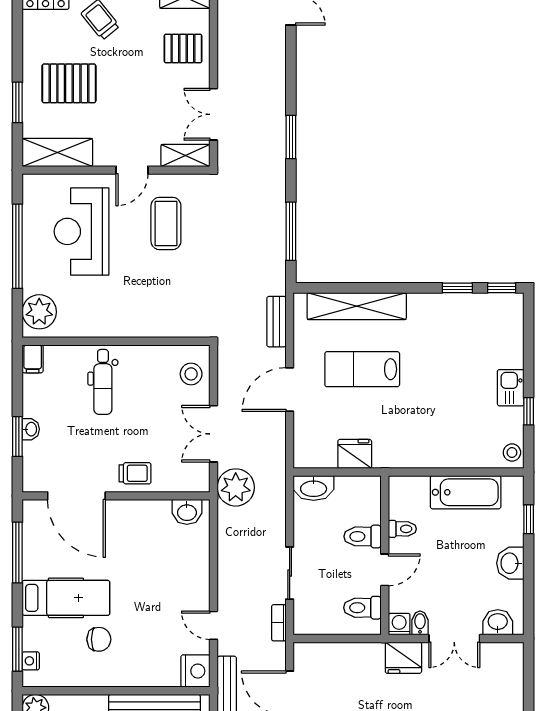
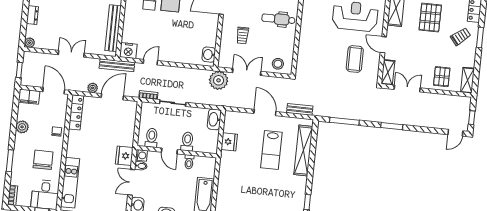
coffee table: (166, 223) -> (355, 59), turned 90
lab bench: (362, 369) -> (271, 150), turned 180
trolley: (135, 473) -> (243, 35), moved

